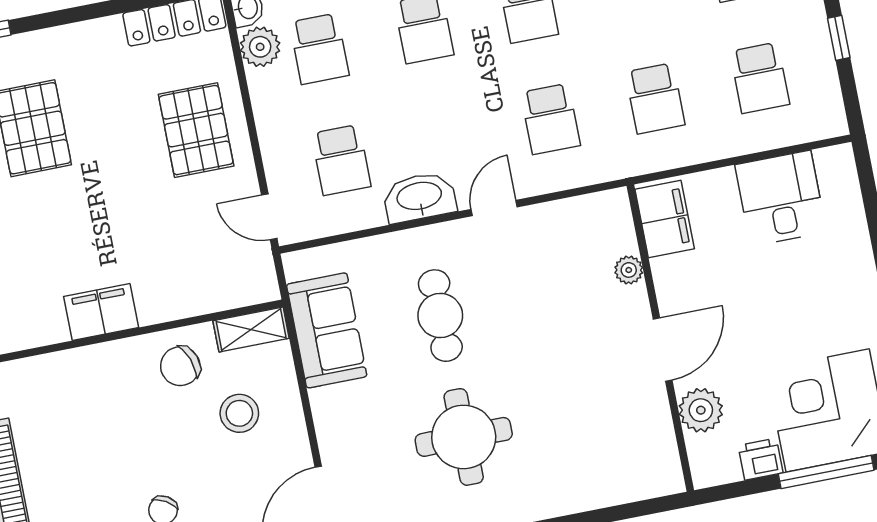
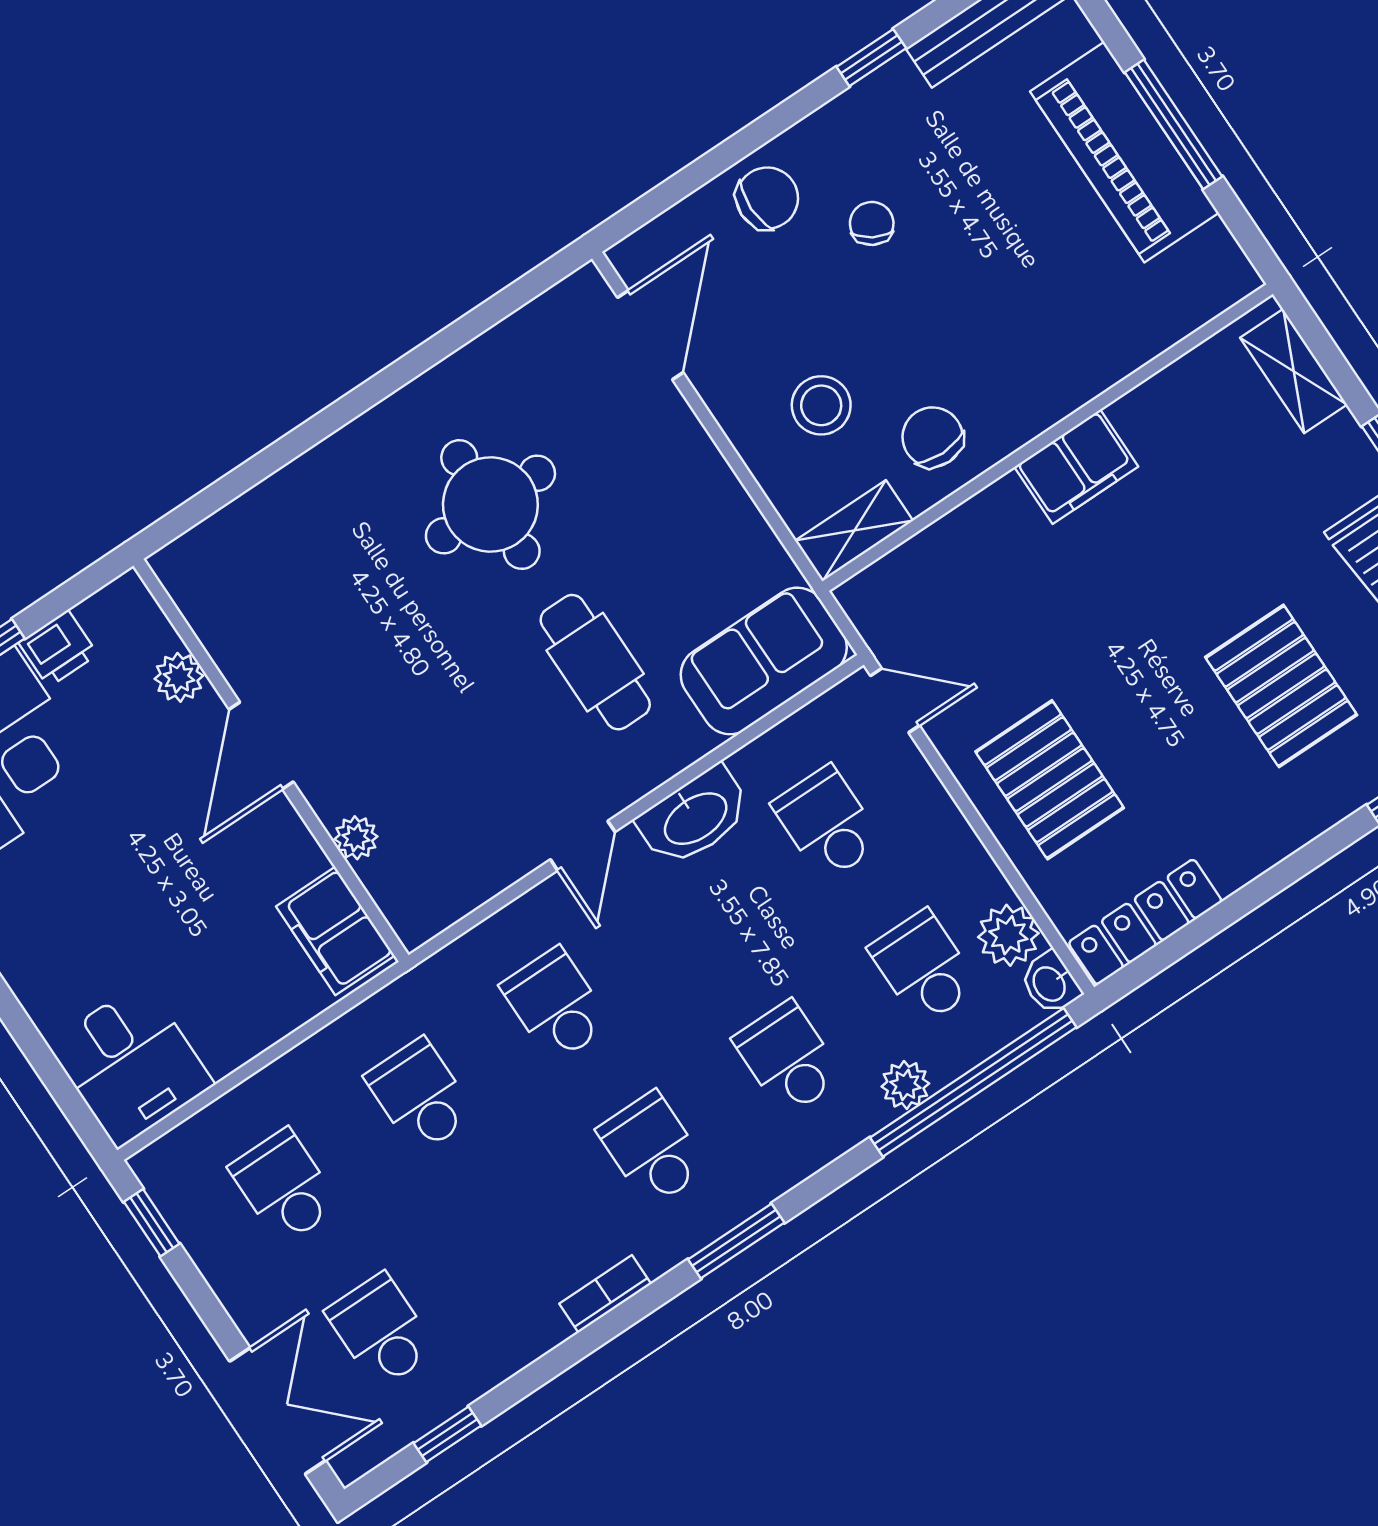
window: (839, 38) -> (152, 1223), moved
desk: (781, 198) -> (131, 1064), moved
sofa: (327, 330) -> (764, 661), moved, turned 90
chair: (180, 366) -> (933, 437), turned -70
plant: (701, 410) -> (179, 677), width x0.73, depth x0.73

